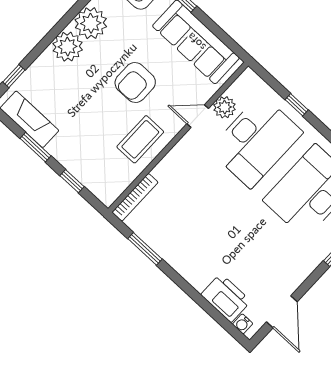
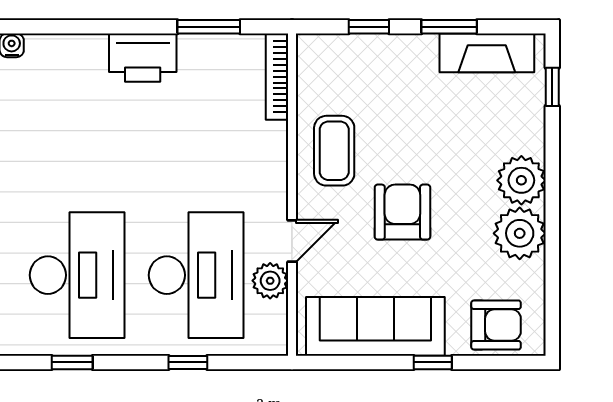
desk: (256, 141) -> (196, 275), turned 180
printer: (226, 298) -> (143, 58), moved

